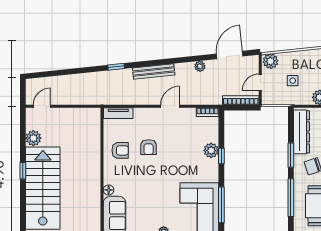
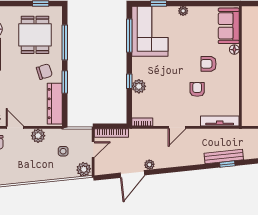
door: (230, 55) -> (132, 174), moved
bench: (154, 72) -> (224, 156), moved
tv unit: (118, 113) -> (220, 121), width x1.41
armchair: (120, 150) -> (209, 64), moved

